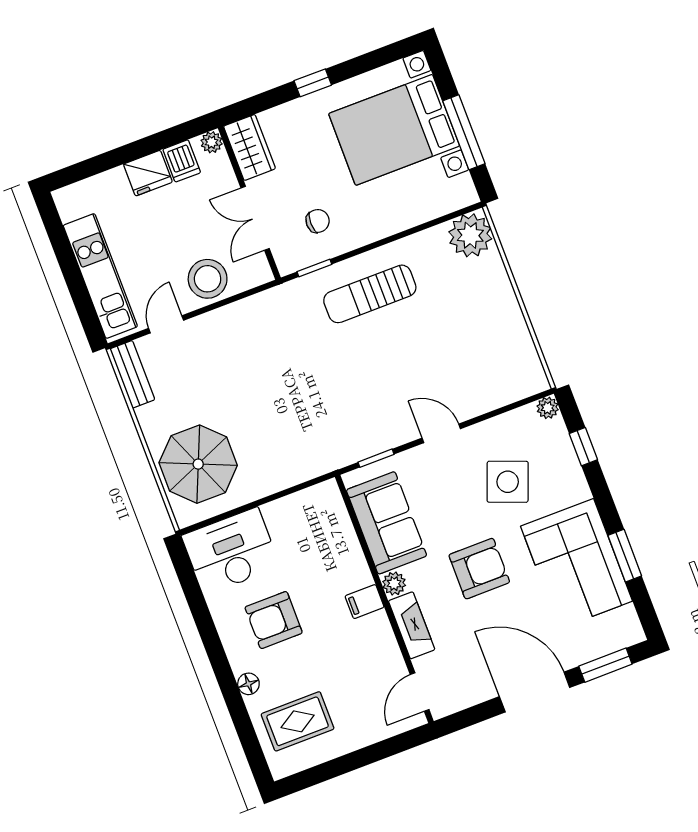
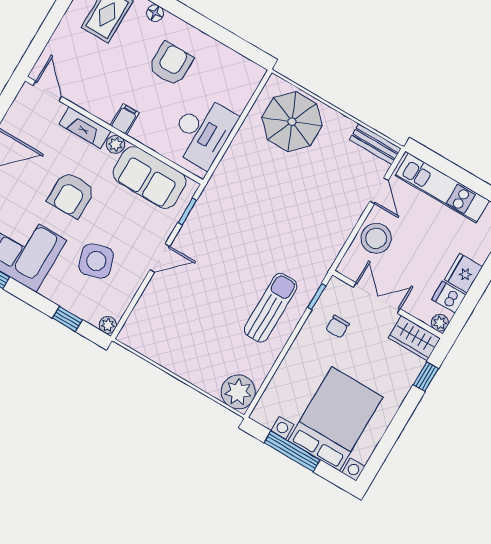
window: (313, 83) -> (426, 377), moved
side table: (508, 482) -> (96, 261), turned -38
desk: (231, 551) -> (202, 132), moved

